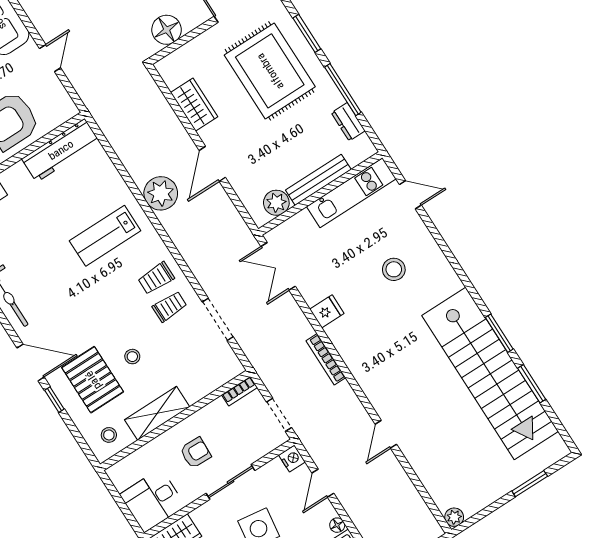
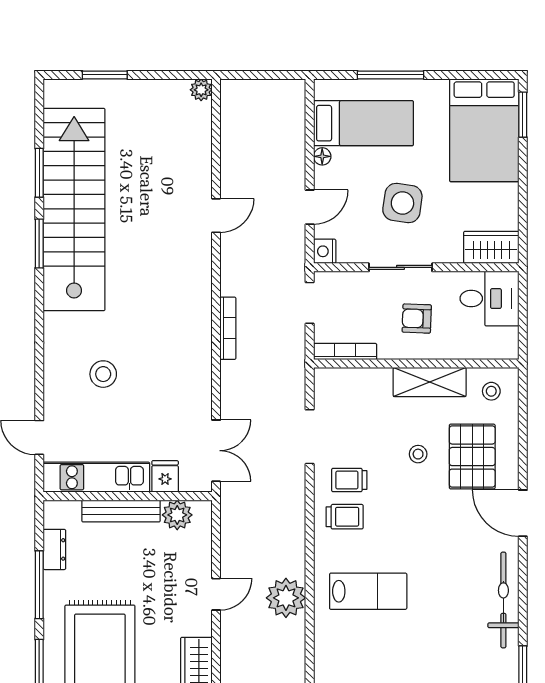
door: (212, 164) -> (216, 594), width x0.73
fridge: (327, 311) -> (165, 476), moved, turned 90
bookcase: (240, 391) -> (345, 352), width x1.56
window: (54, 400) -> (523, 461), removed

